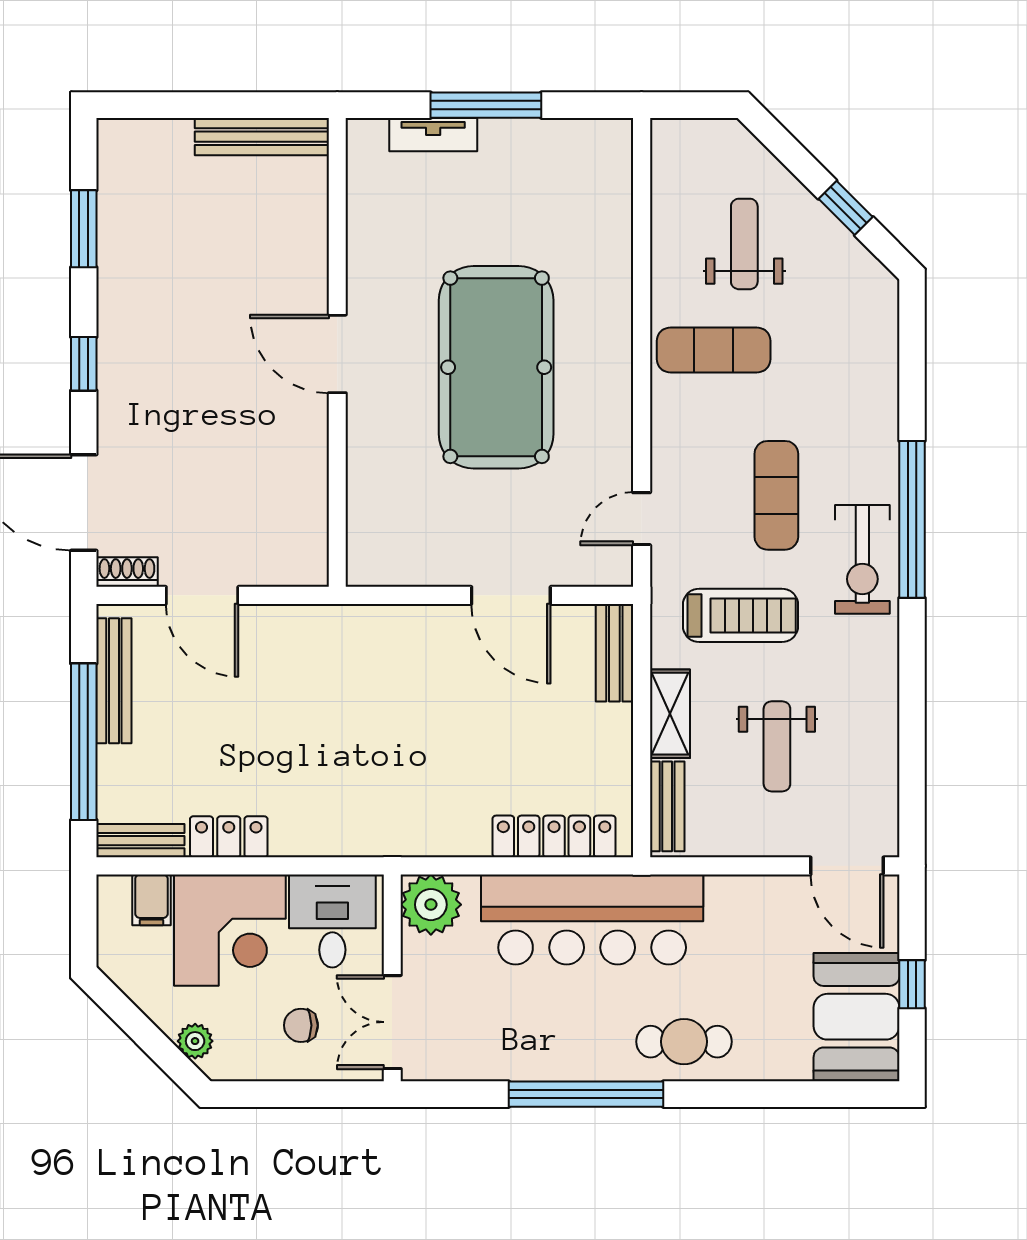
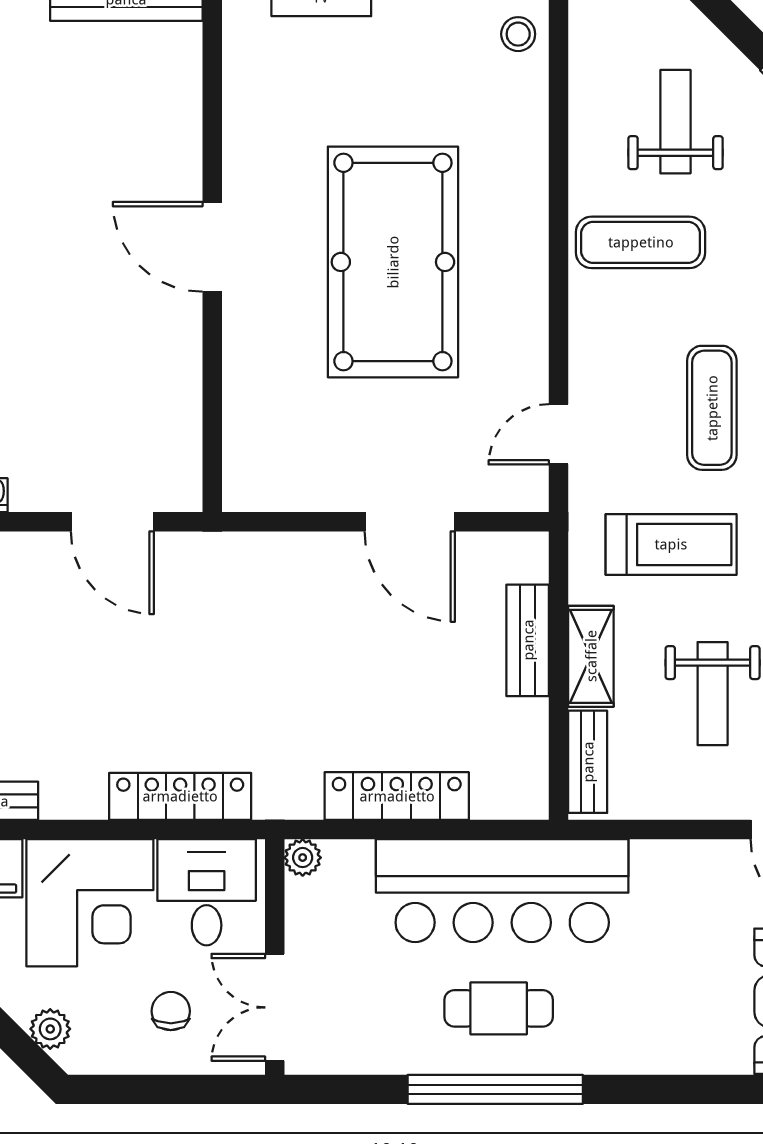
stool: (606, 167) -> (518, 34), added
door: (202, 595) -> (112, 522), moved
bench: (614, 653) -> (528, 640), moved
locker: (554, 836) -> (397, 796), moved
locker: (229, 837) -> (180, 796), moved, width x1.53
plant: (431, 905) -> (303, 858), width x0.53, depth x0.53
chair: (301, 1025) -> (171, 1011), turned 90
cafe table: (684, 1042) -> (499, 1008), moved

